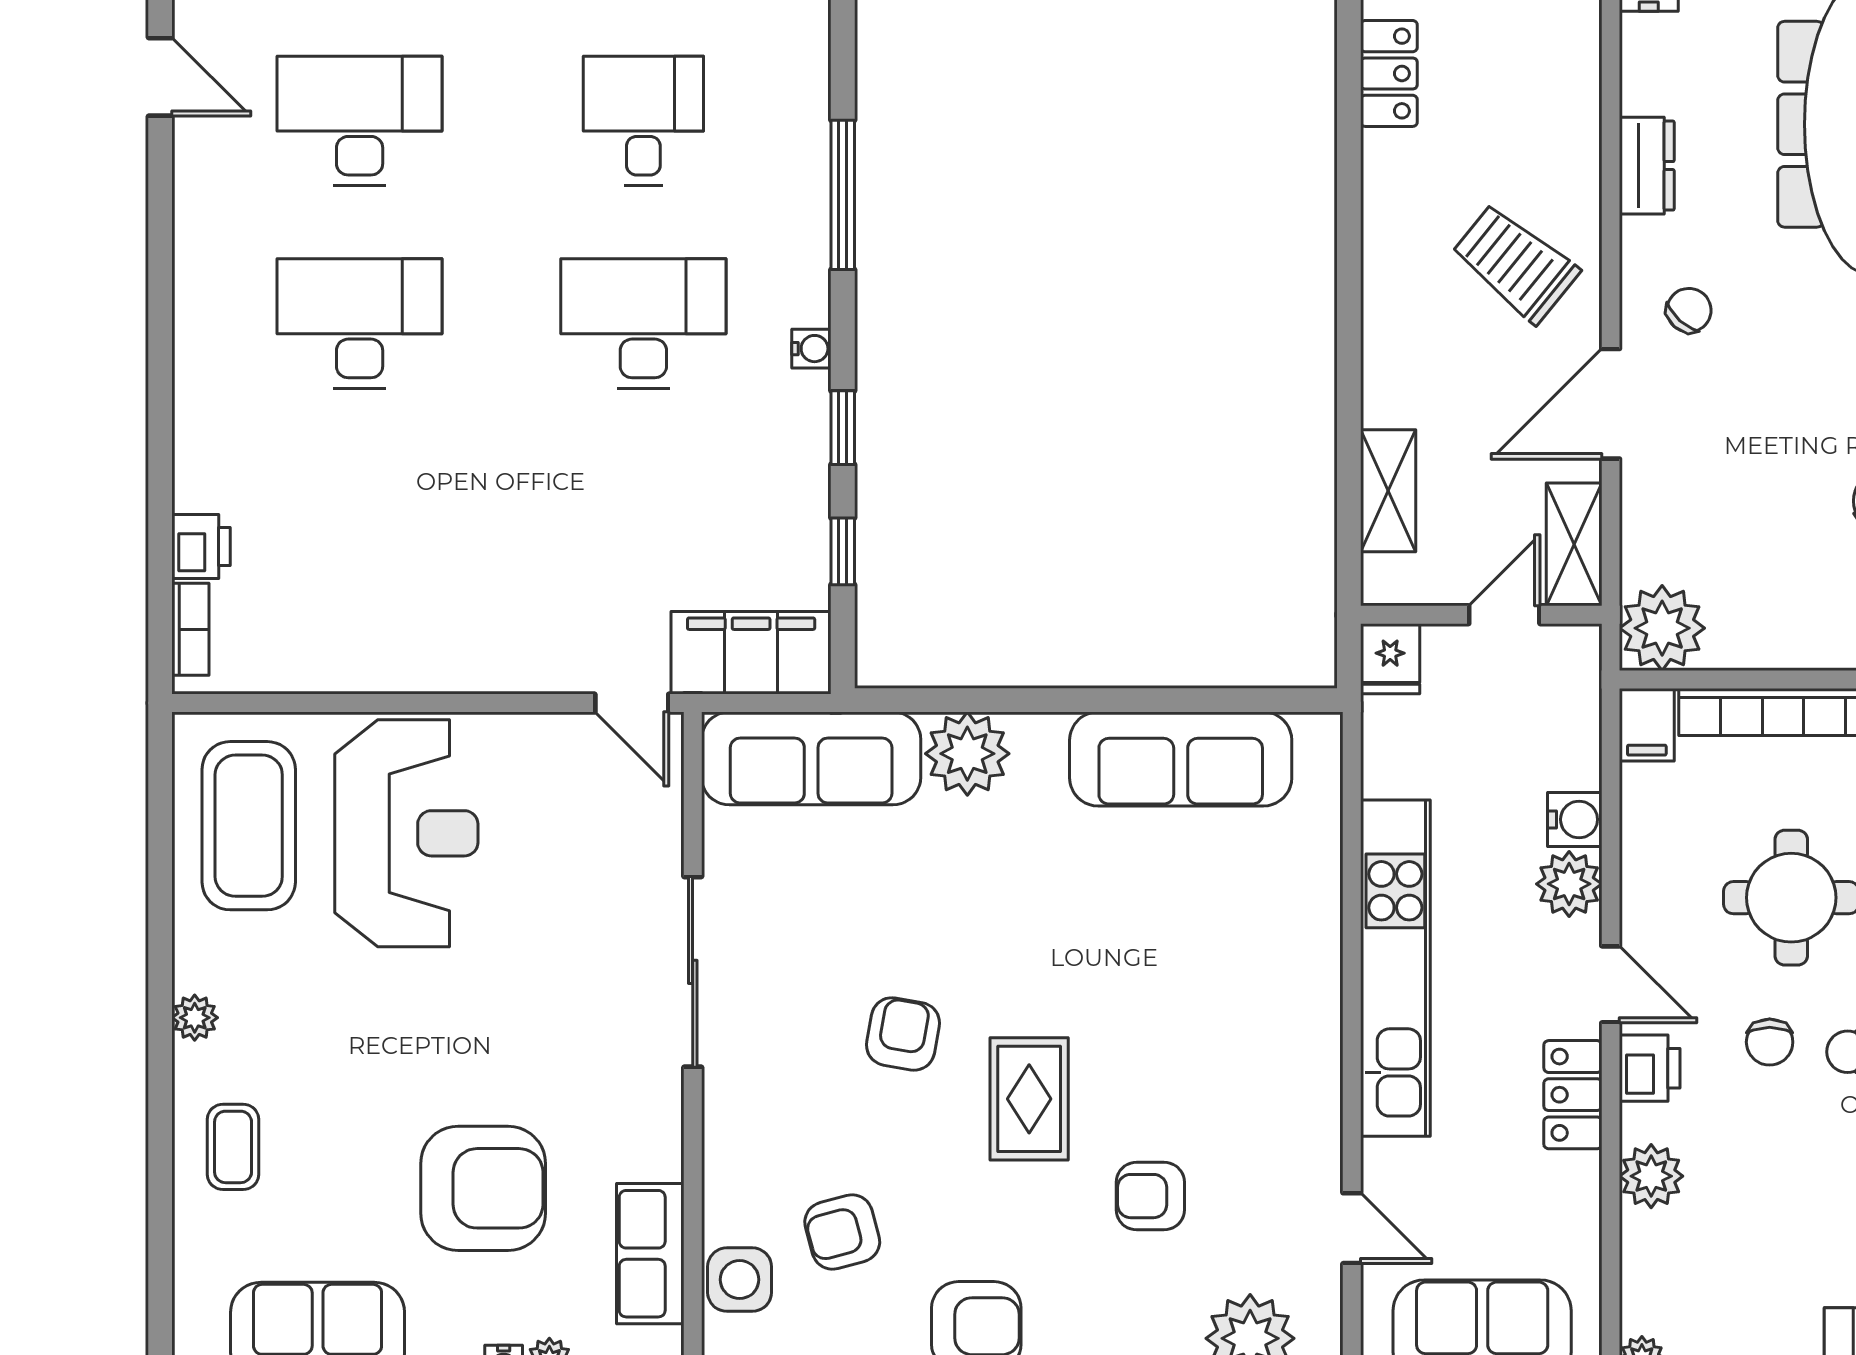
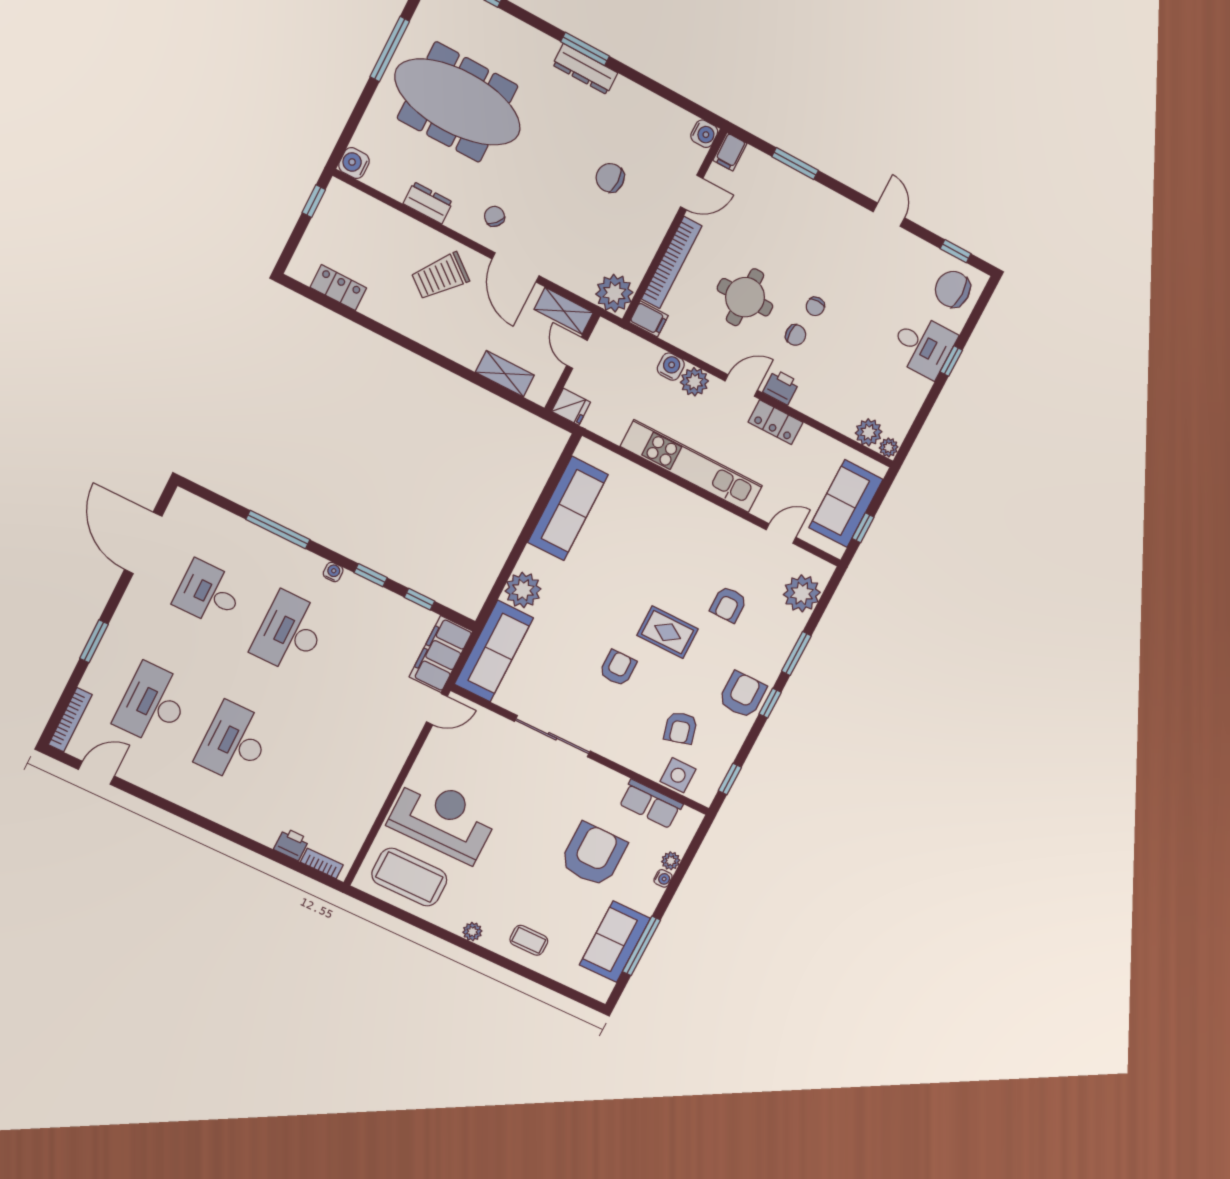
armchair: (903, 1034) -> (618, 668), turned 80
plant: (1651, 1176) -> (869, 432), moved

